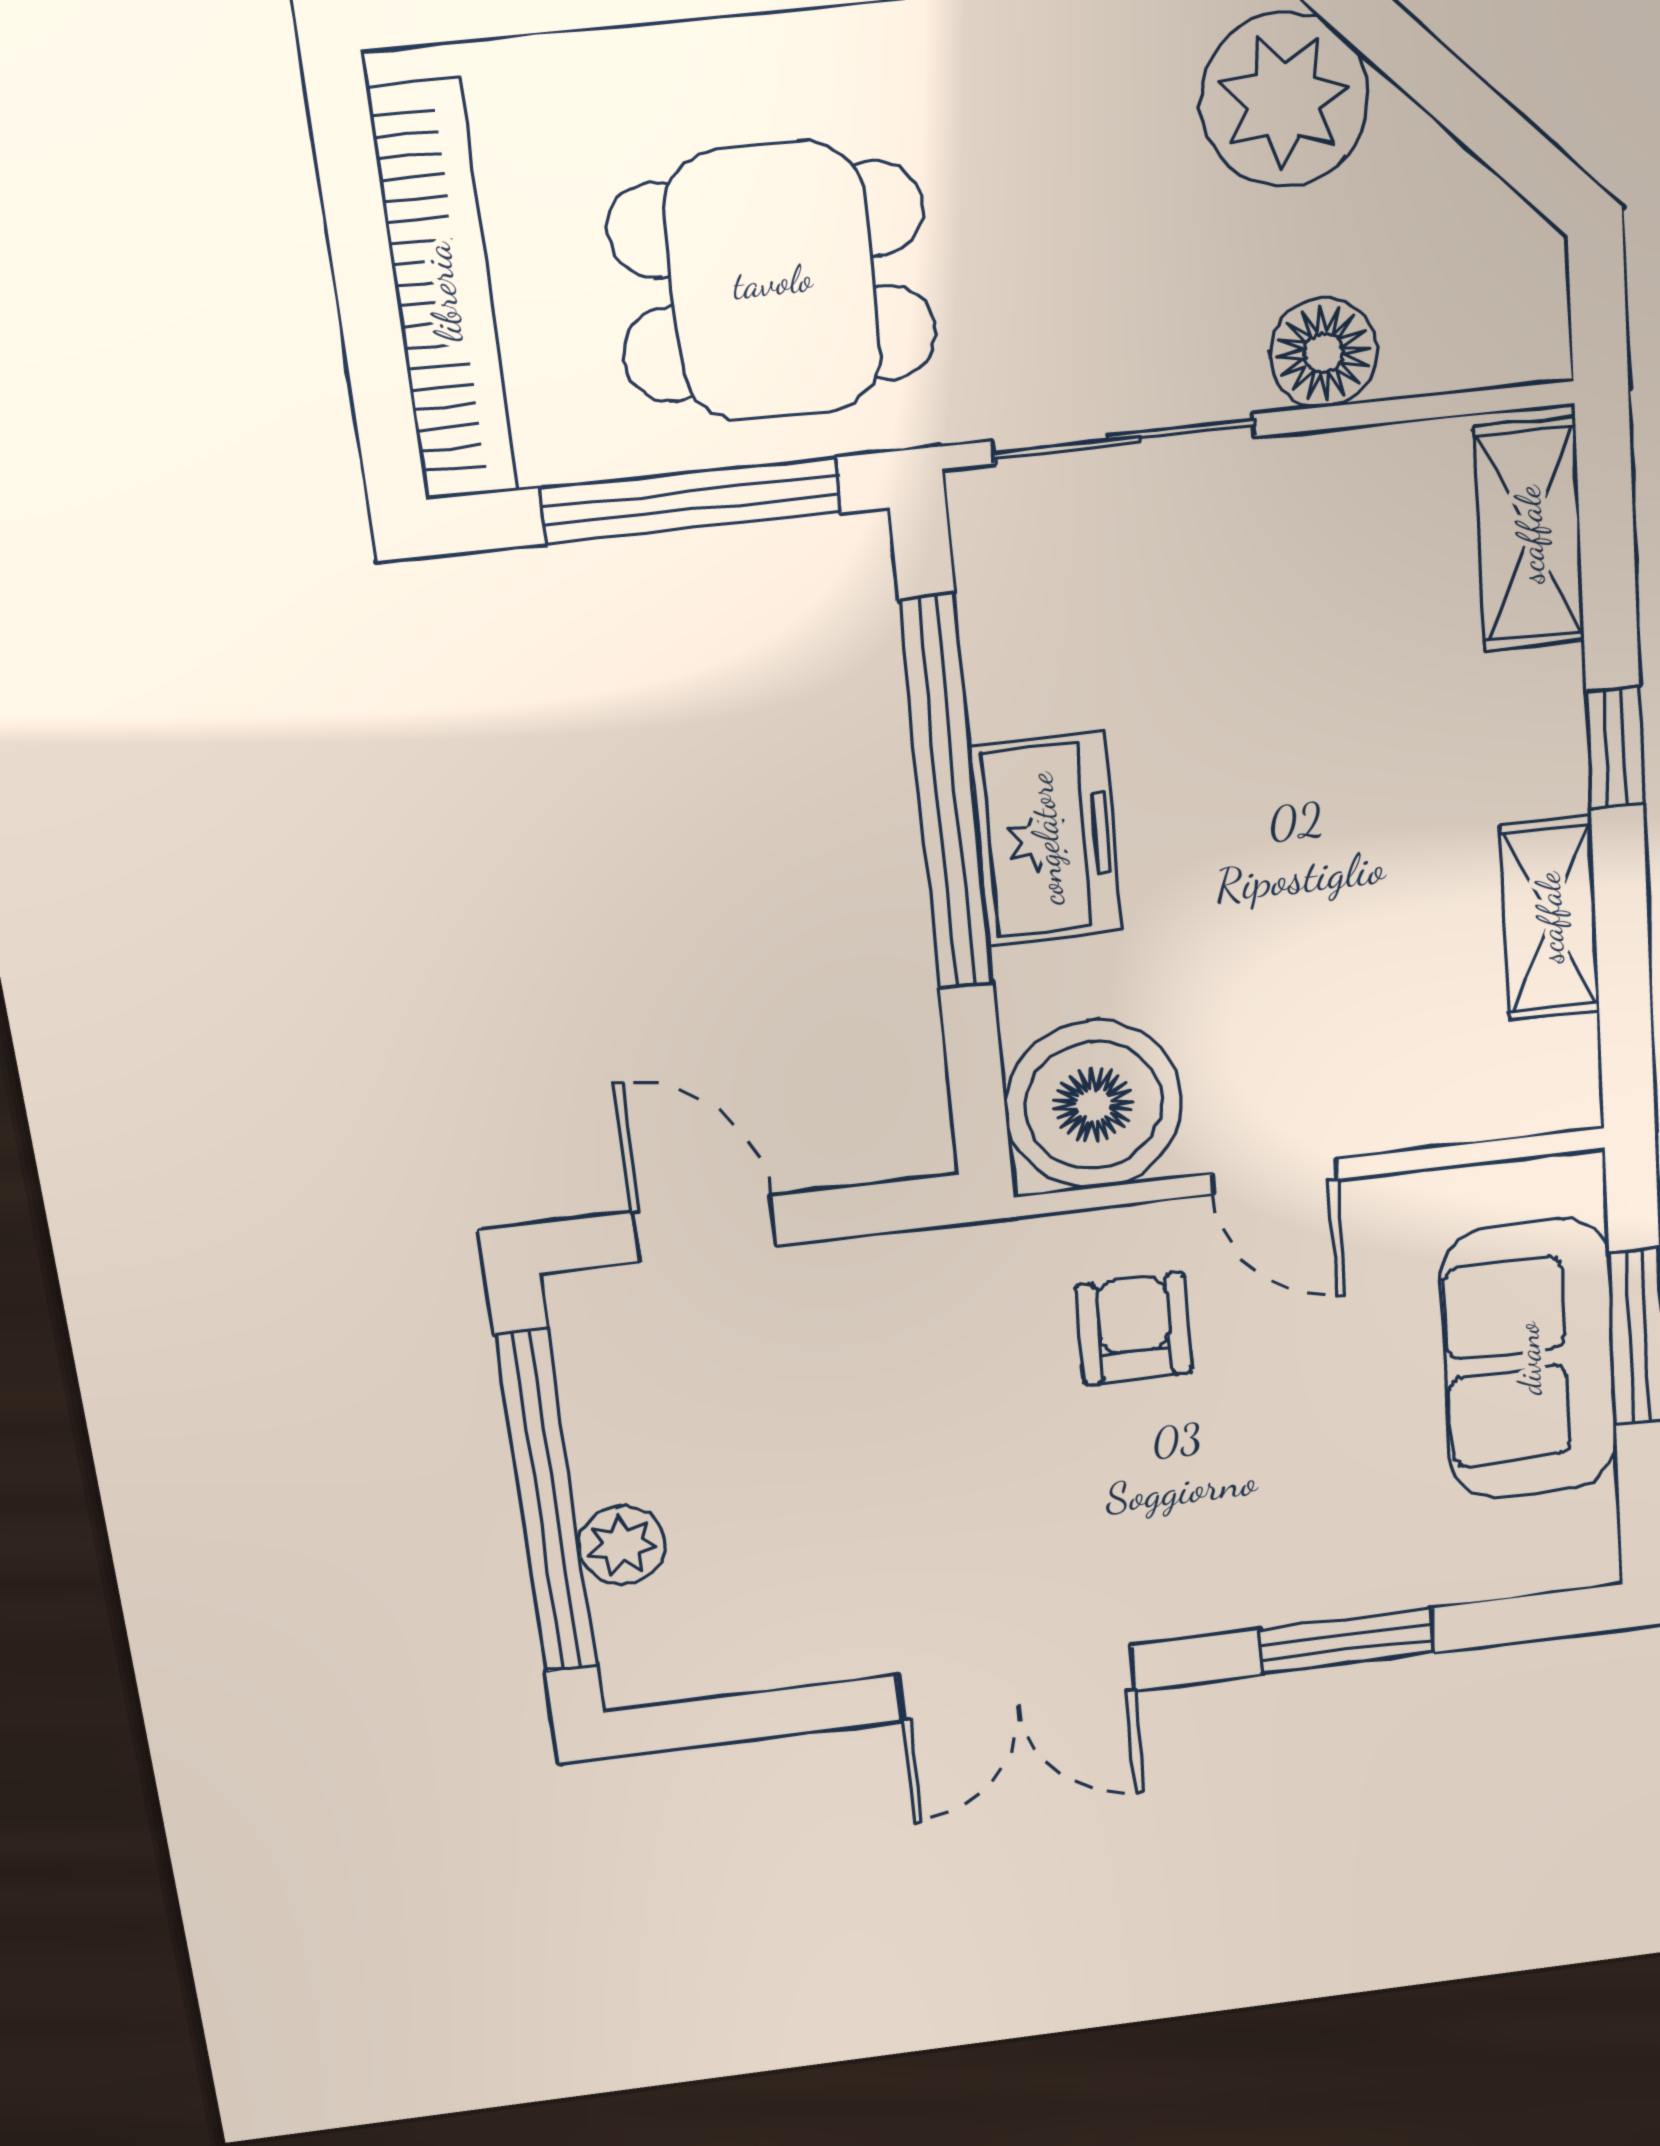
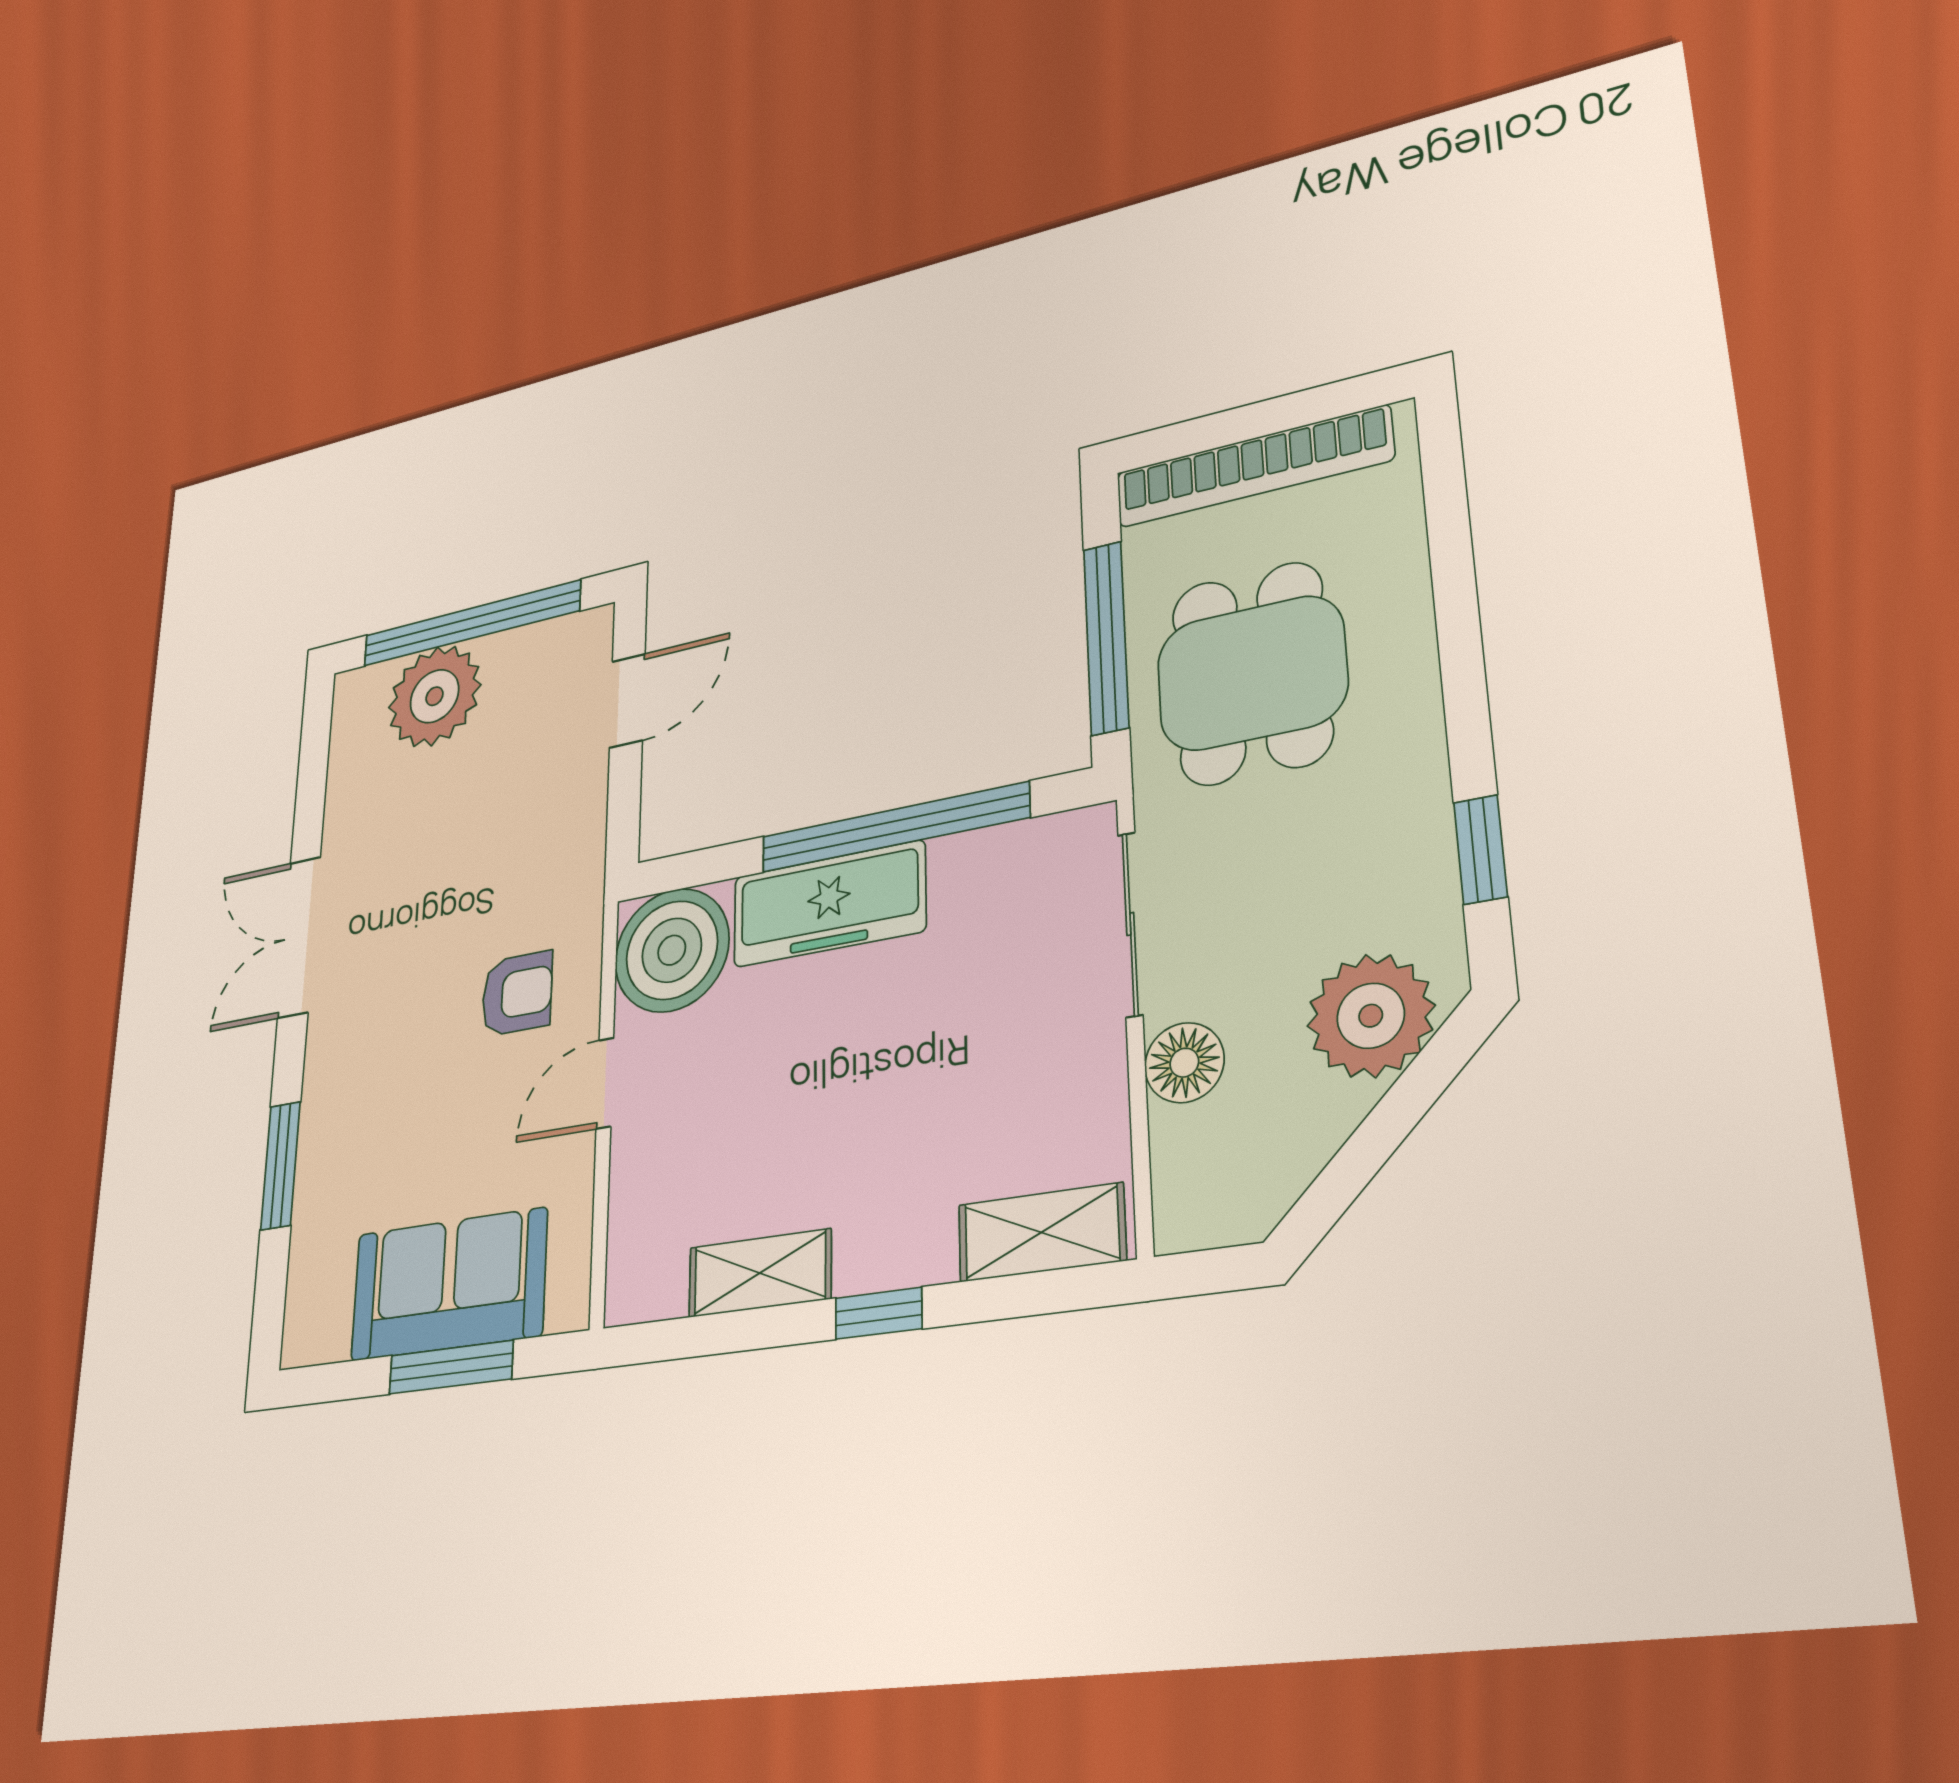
freezer: (1046, 839) -> (829, 904), width x1.40
plant: (622, 1545) -> (434, 696), width x1.88, depth x1.88

